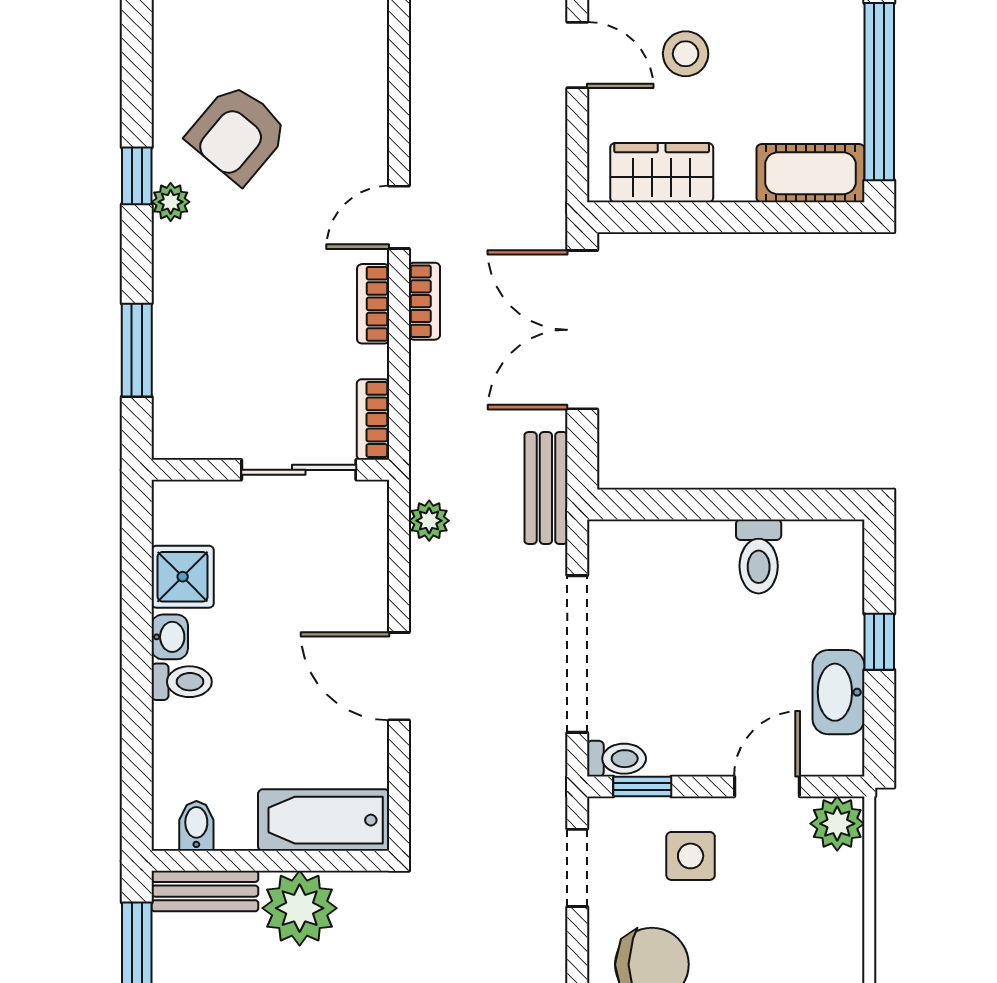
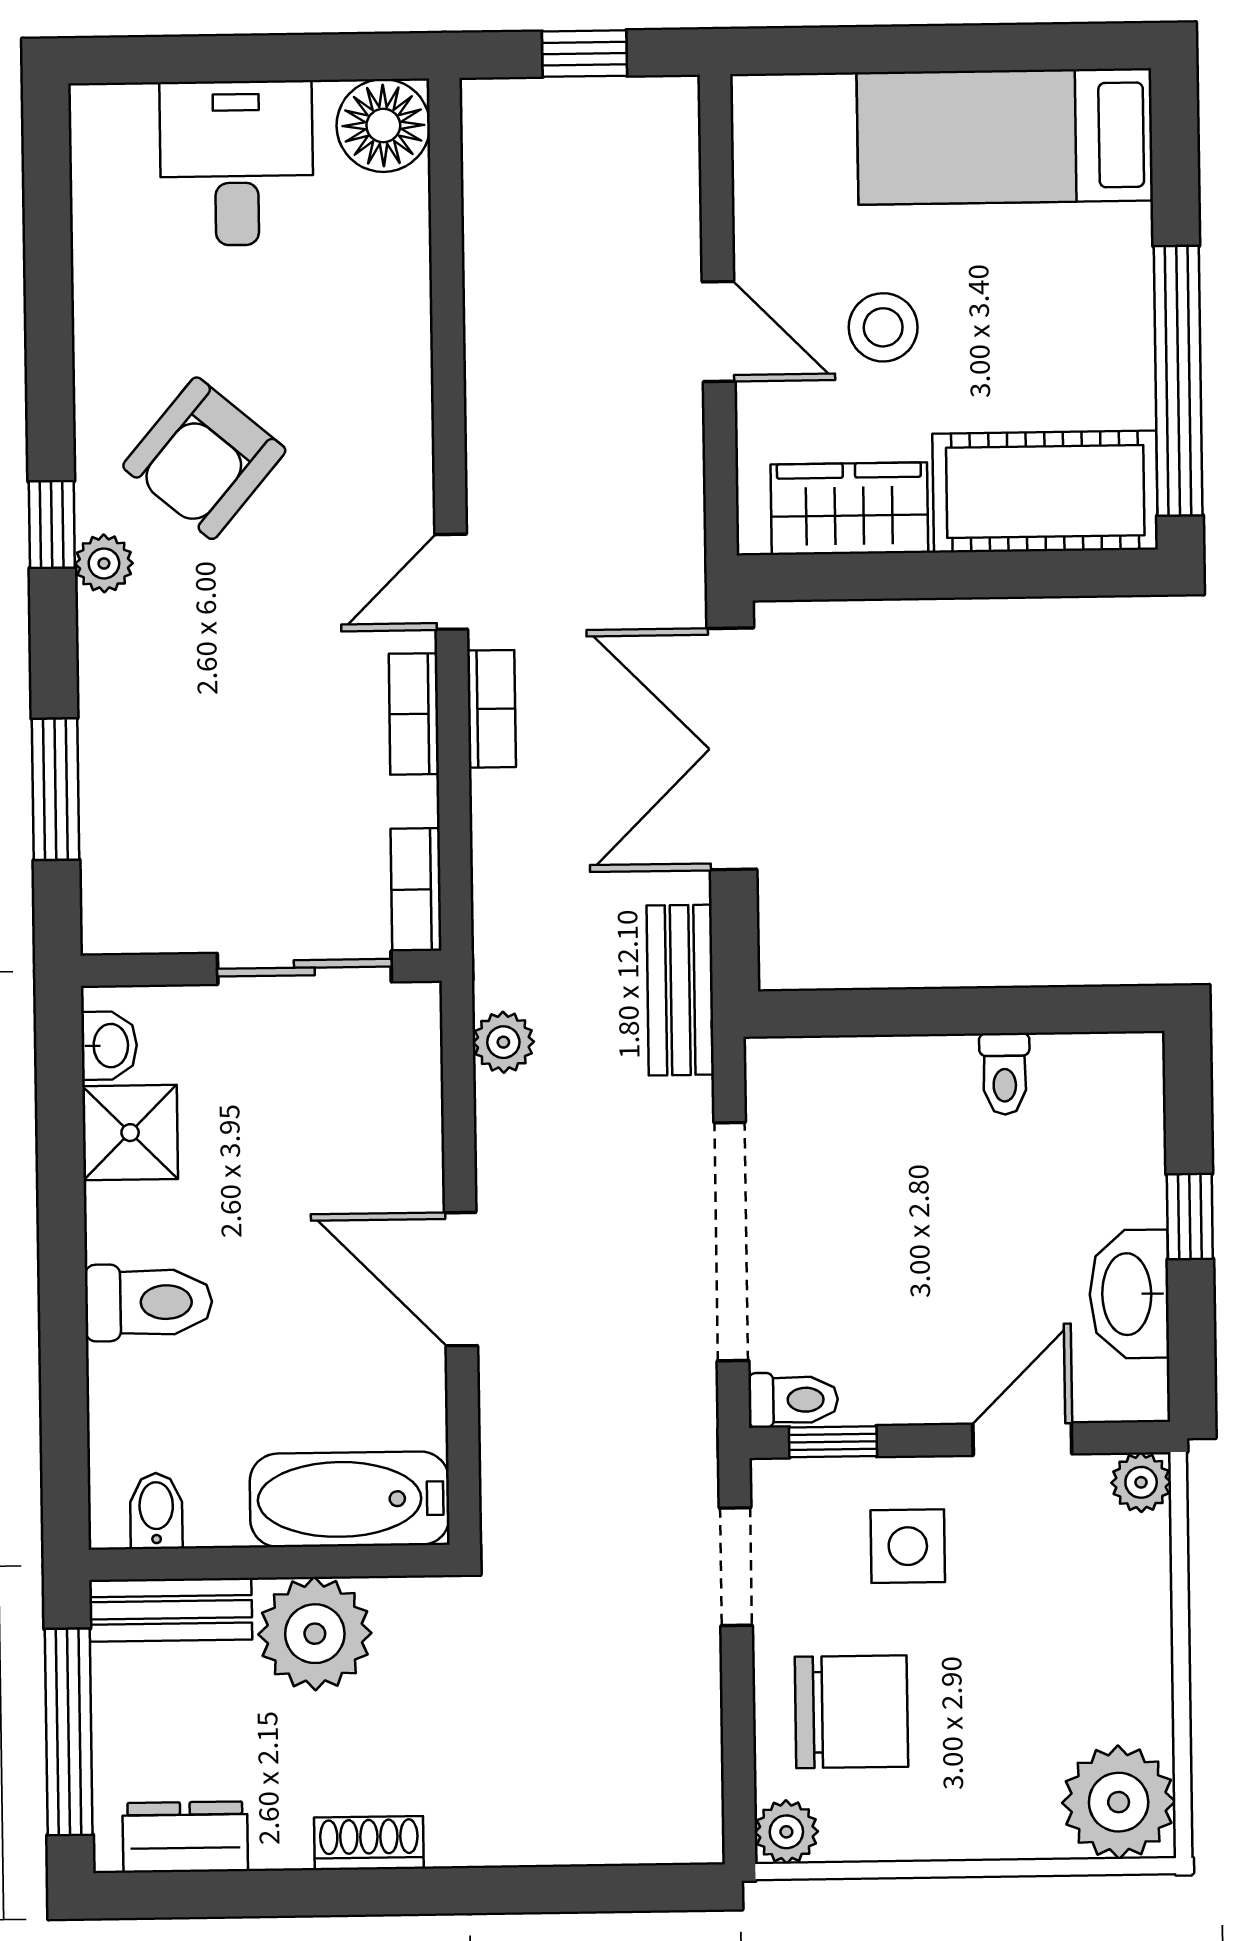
cot: (810, 173) -> (1045, 492), width x1.37, depth x1.34
toilet: (759, 556) -> (1005, 1074), width x0.73, depth x0.72
washbasin: (170, 637) -> (109, 1046), moved
toilet: (182, 682) -> (149, 1302), width x1.37, depth x1.39
plant: (837, 824) -> (1141, 1482), width x0.73, depth x0.73

